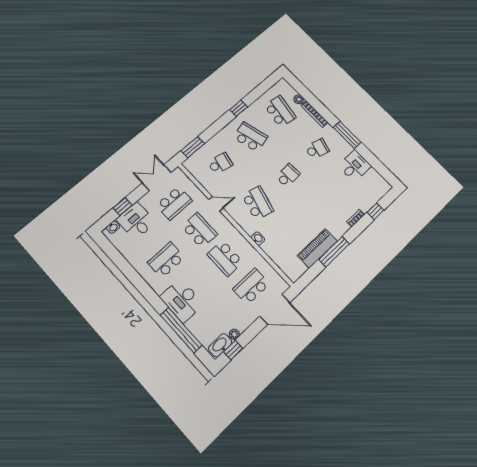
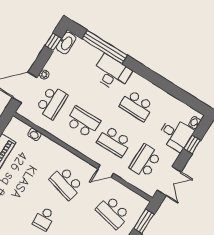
school desk: (220, 163) -> (113, 212), width x1.85
washbasin: (258, 239) -> (34, 134), moved
school desk: (166, 260) -> (137, 106), turned 90
plant: (234, 334) -> (44, 74), moved

